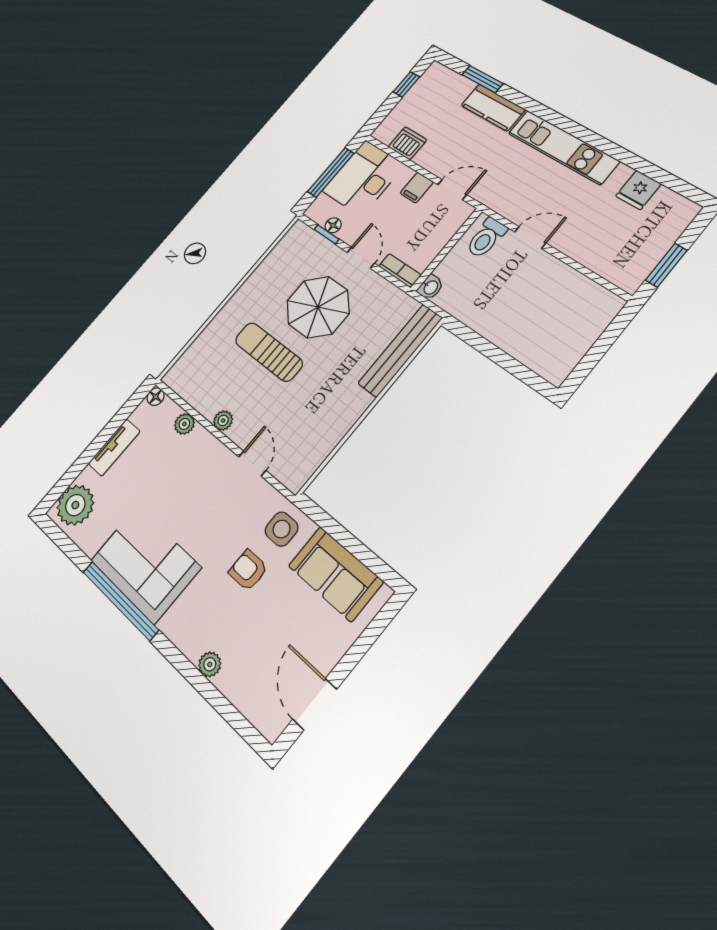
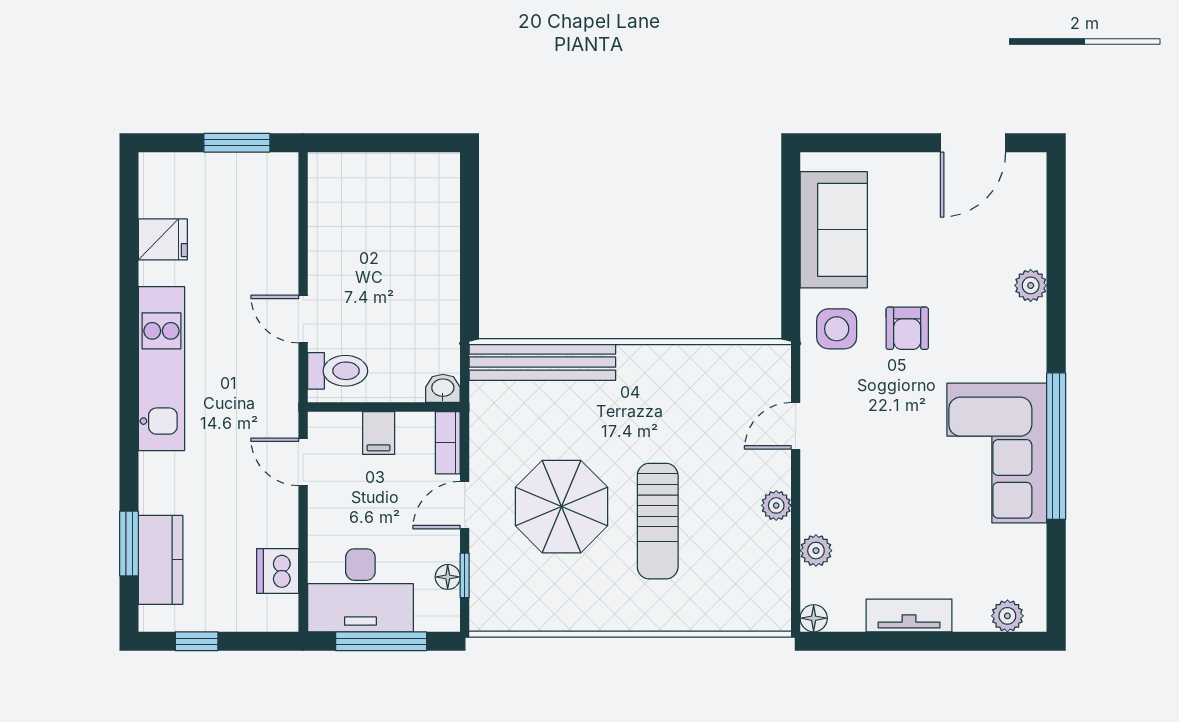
kitchen counter: (493, 107) -> (161, 560), moved
filing cabinet: (417, 188) -> (379, 433), moved, turned 90
plant: (75, 505) -> (1007, 616), width x0.53, depth x0.53

